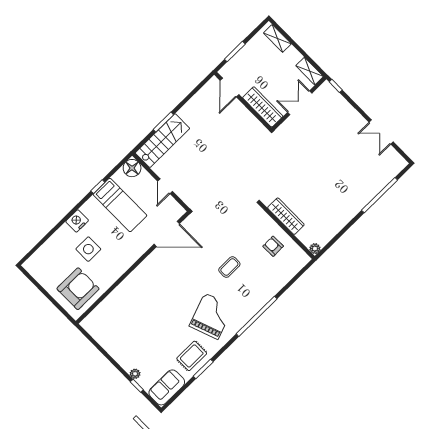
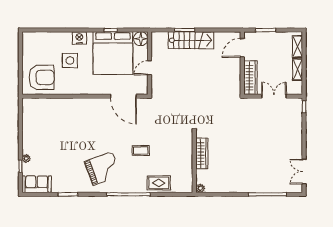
shelving: (310, 71) -> (297, 70), moved
double door: (381, 132) -> (304, 172), moved
stairs: (162, 141) -> (191, 40), moved
bed: (120, 205) -> (113, 53), width x2.04
armchair: (273, 246) -> (178, 163), removed
rug: (192, 356) -> (159, 183), moved

